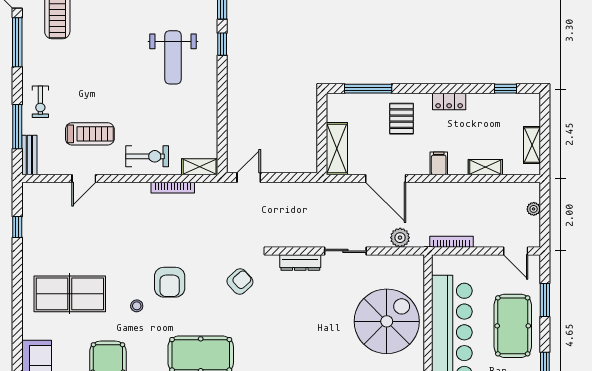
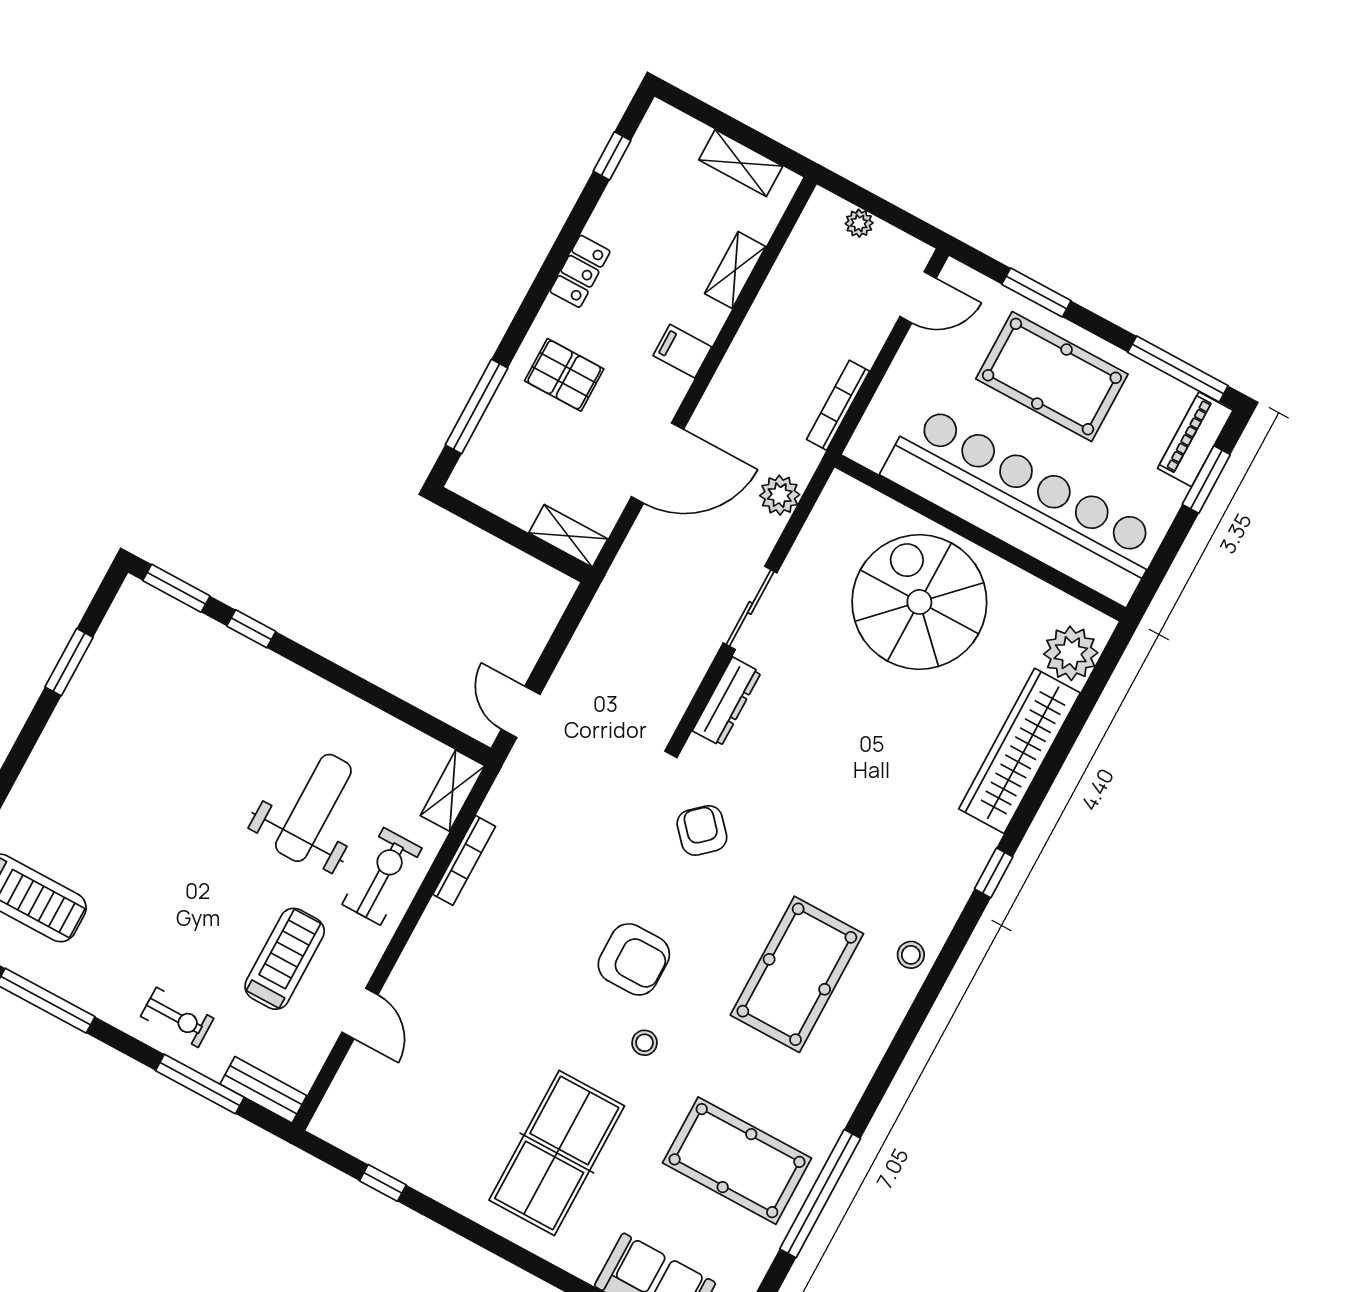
weight bench: (173, 57) -> (313, 808), moved, turned -90
shelving: (337, 149) -> (568, 536), width x0.67, depth x0.75

